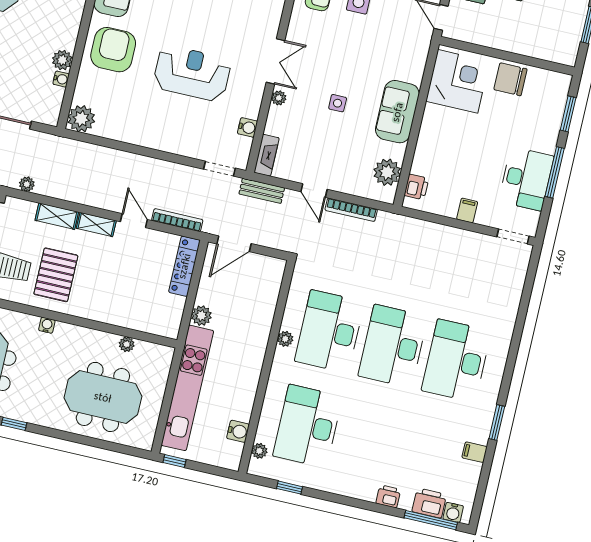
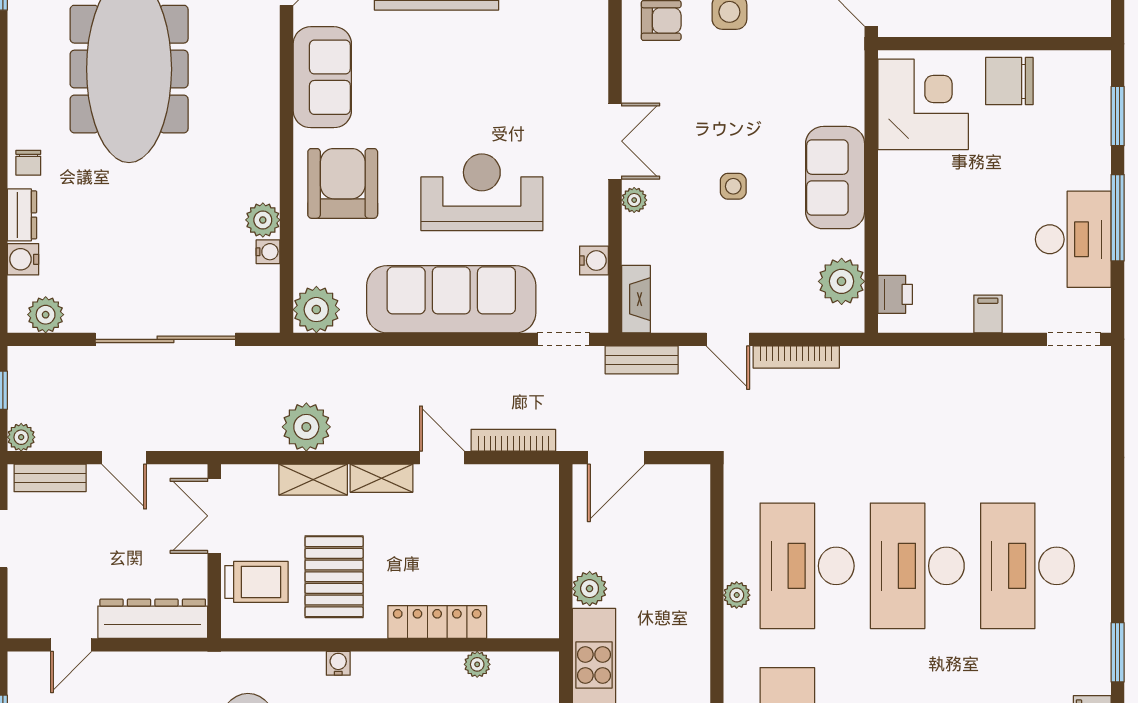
sofa: (160, 131) -> (451, 299), added
plant: (27, 184) -> (306, 427), moved, width x1.87, depth x1.87
locker: (184, 266) -> (437, 622), moved, turned 90

